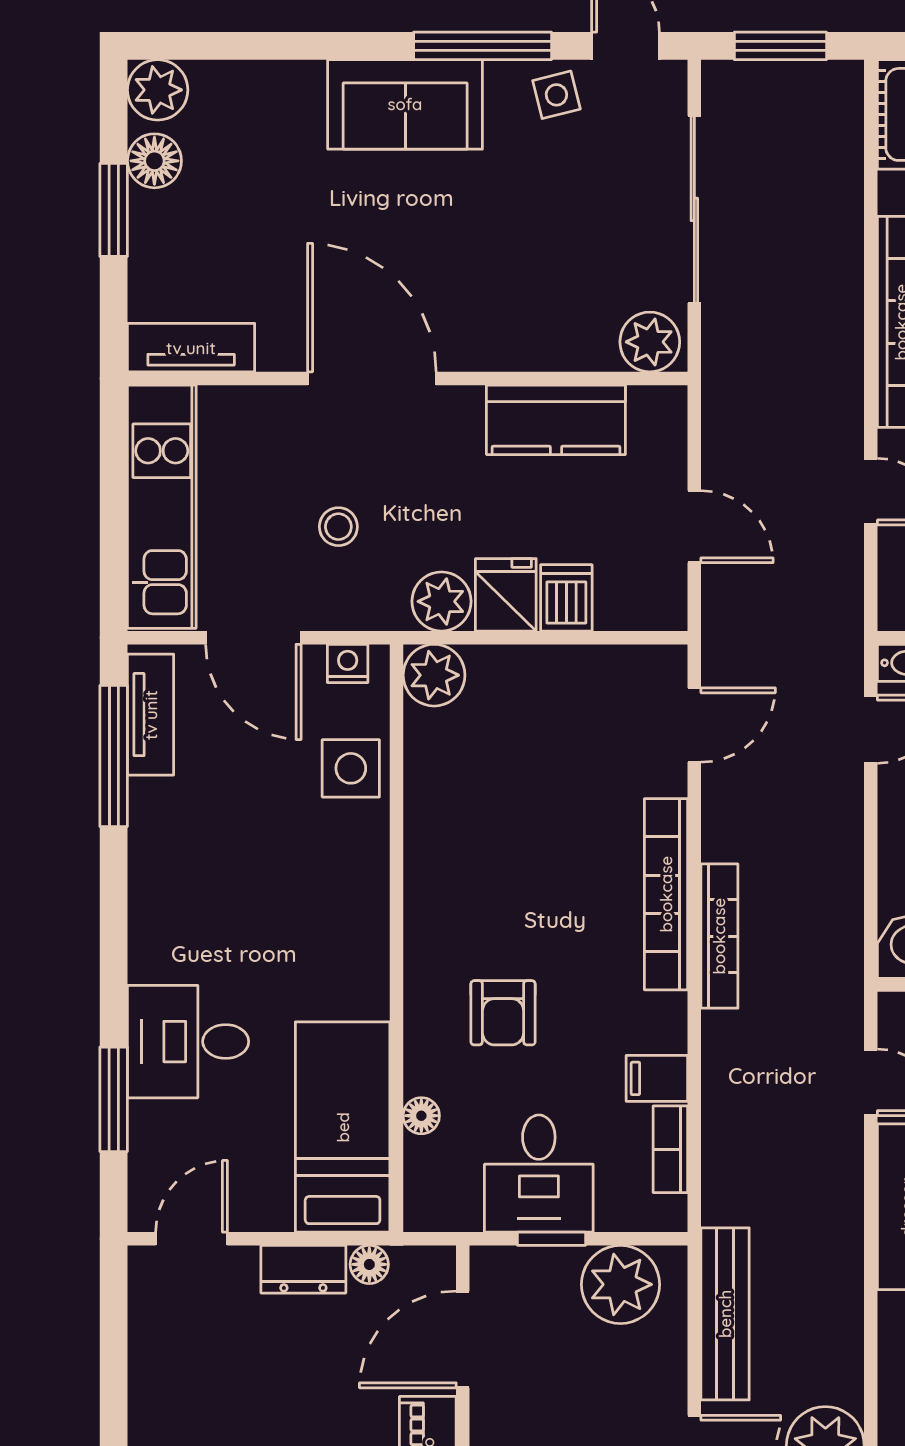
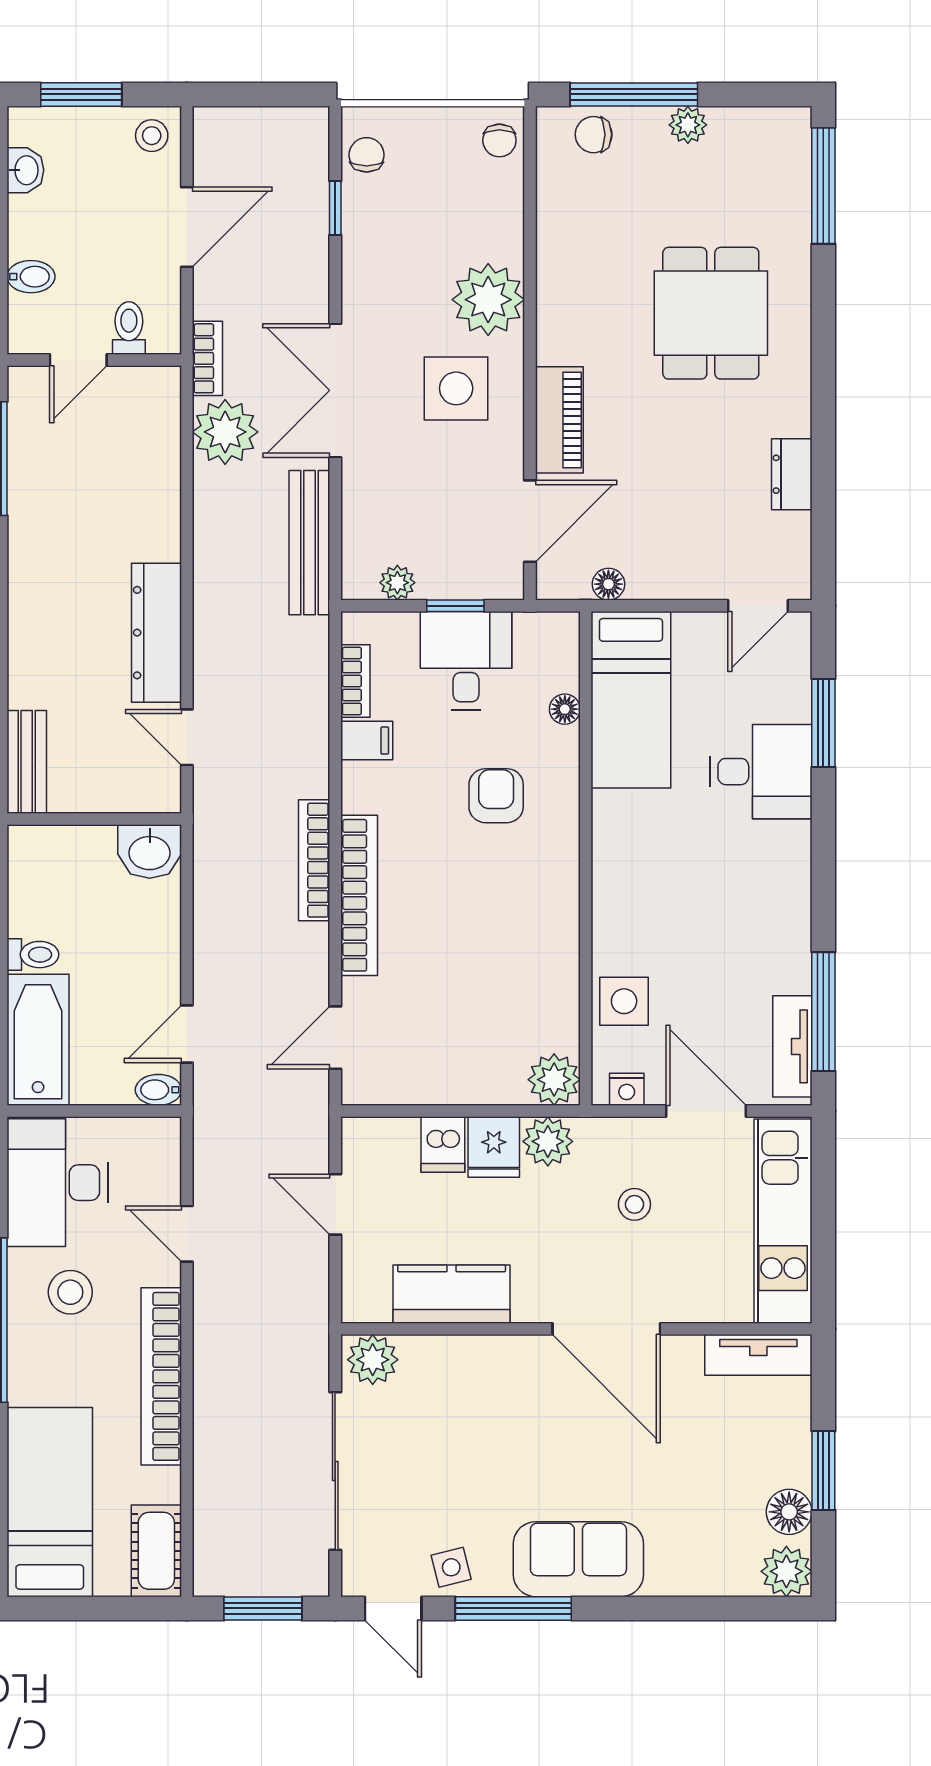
dresser: (303, 1269) -> (792, 474), moved, turned -90
plant: (620, 1284) -> (397, 583), width x0.53, depth x0.53

